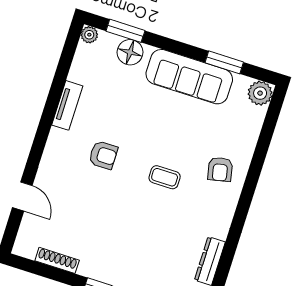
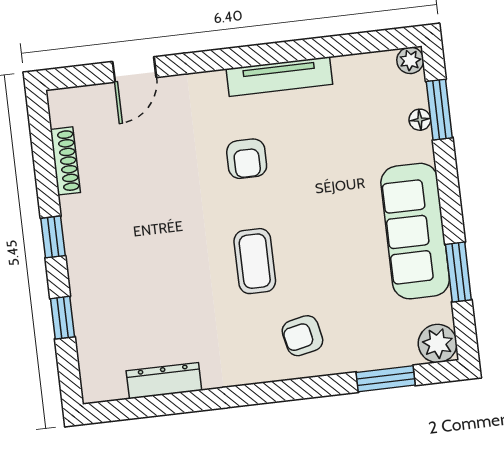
floor lamp: (130, 52) -> (420, 120), width x0.53, depth x0.53
tv unit: (67, 105) -> (279, 77), width x1.41
window: (267, 132) -> (386, 379), added
coffee table: (165, 177) -> (255, 261), width x1.36, depth x1.30

